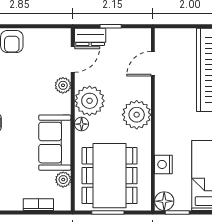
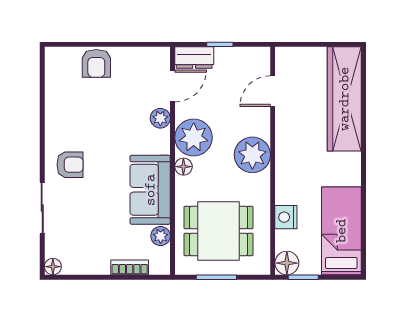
dining table: (110, 176) -> (218, 231), width x0.73

